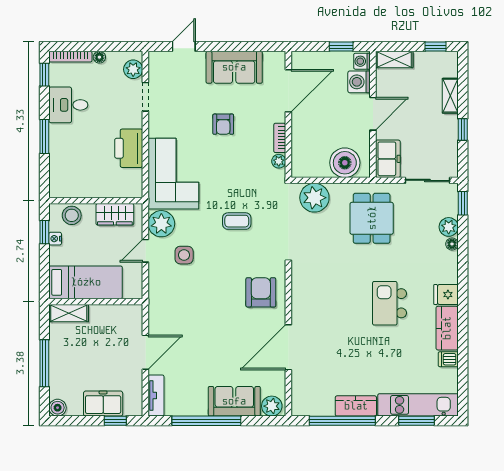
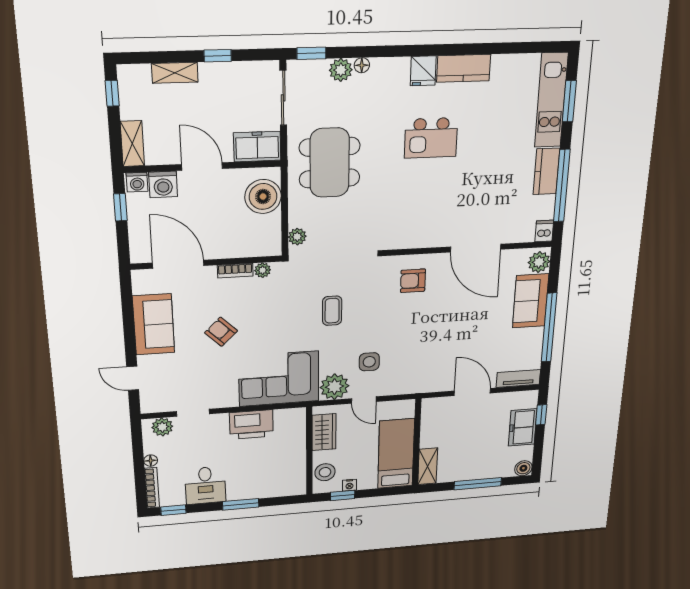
armchair: (223, 124) -> (221, 332), turned -135
plant: (314, 198) -> (297, 237), width x0.53, depth x0.53
dining table: (372, 218) -> (330, 163), width x1.38
armchair: (261, 292) -> (413, 281), width x0.72, depth x0.72
dishwasher: (448, 359) -> (544, 231), moved, turned 180

